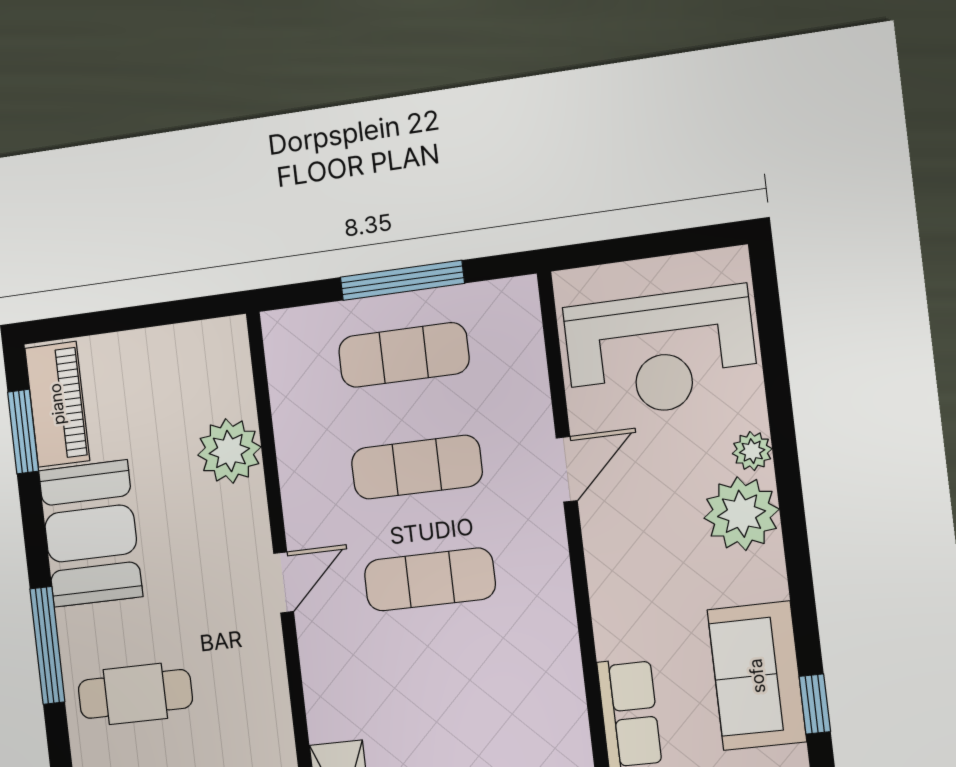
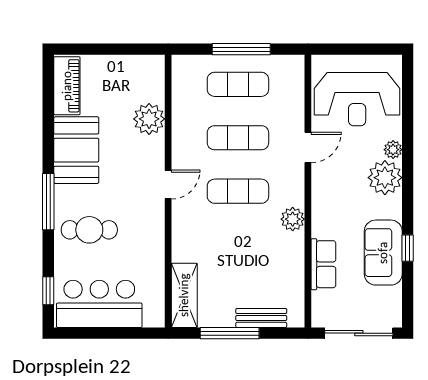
window: (23, 432) -> (48, 97), removed
plant: (552, 625) -> (293, 219), added
window: (815, 704) -> (408, 248), moved

